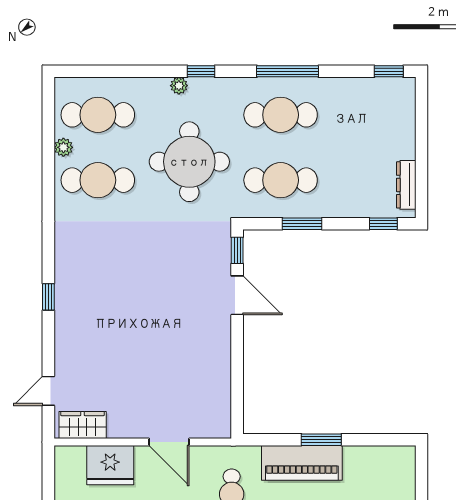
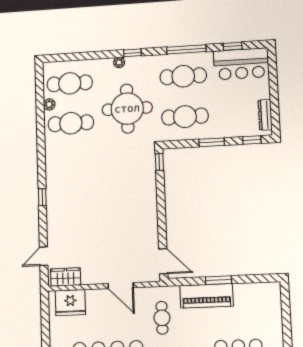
window: (389, 71) -> (233, 46), moved
bar counter: (373, 101) -> (241, 64), added
window: (302, 224) -> (212, 142), moved
door: (237, 295) -> (163, 261), moved
fridge: (110, 465) -> (70, 303), moved

